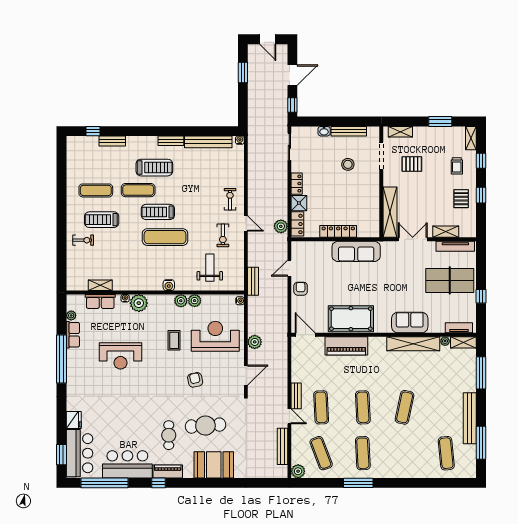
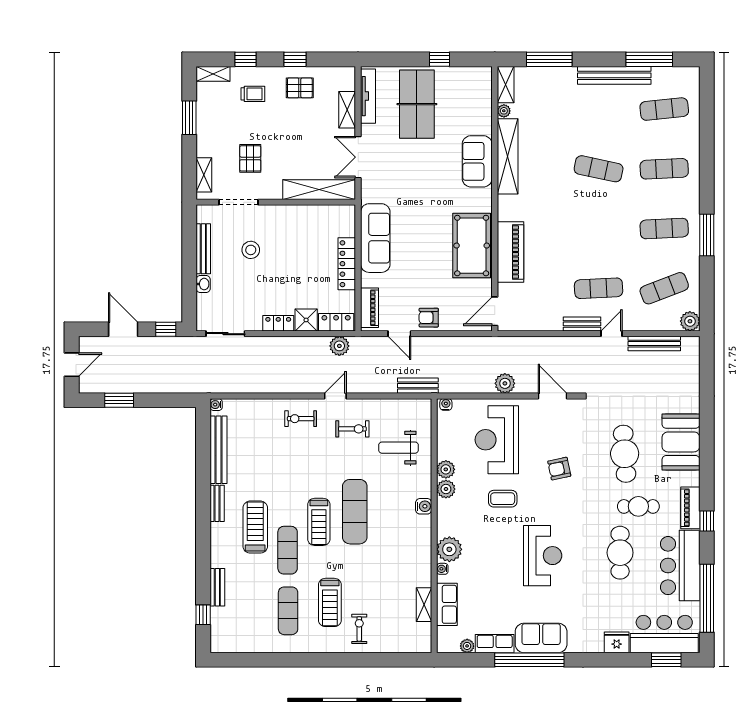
piano: (307, 247) -> (369, 308), added
tv unit: (459, 328) -> (485, 91), removed
reception desk: (120, 356) -> (543, 556), moved
sofa: (77, 367) -> (541, 638), added
exercise mat: (363, 407) -> (664, 169), moved
cafe table: (136, 422) -> (620, 553), added

